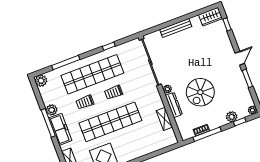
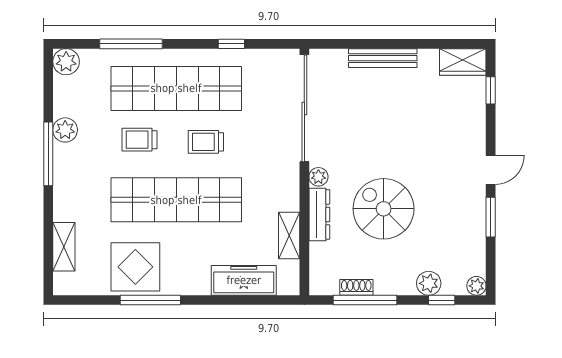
spiral stairs: (200, 92) -> (384, 209), turned 90
freezer: (60, 129) -> (244, 280), moved, turned -90

